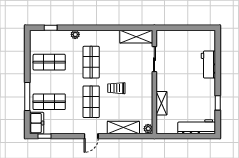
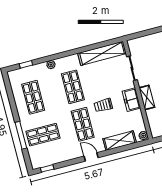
shelving: (136, 37) -> (102, 53), width x1.47
shop shelf: (49, 62) -> (33, 97), turned 90
shelving: (162, 103) -> (147, 97), moved
freezer: (37, 123) -> (131, 100), moved, turned 180
door: (91, 136) -> (91, 157), swing flipped

